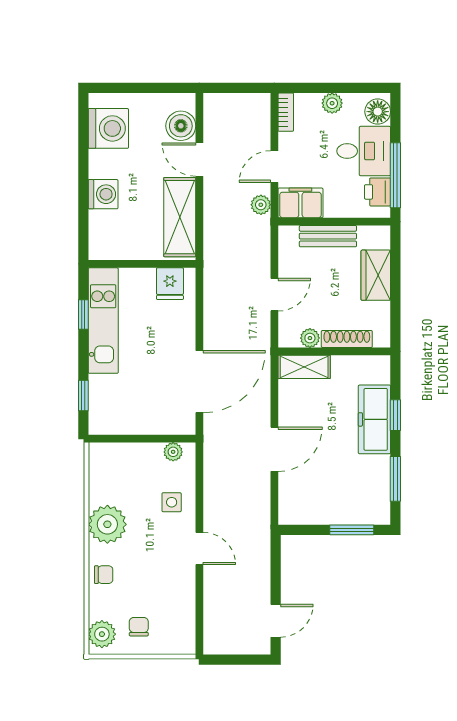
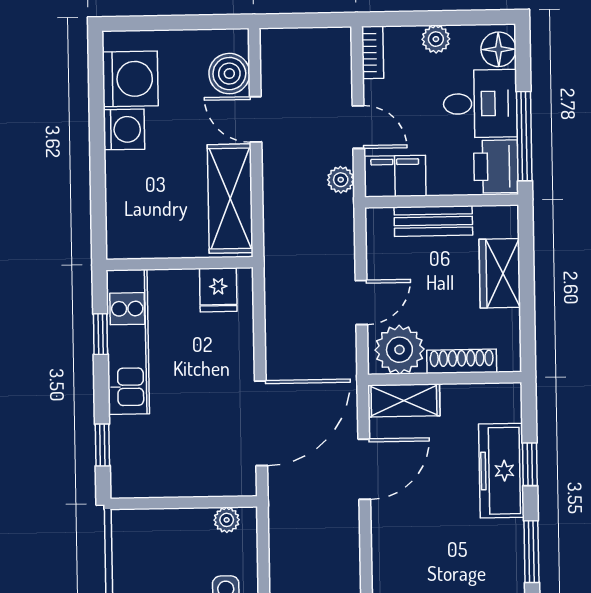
door: (274, 167) -> (358, 127), swing flipped
printer: (378, 192) -> (496, 166), width x1.36, depth x1.24
washing machine: (103, 194) -> (124, 129), moved
plant: (310, 338) -> (399, 350), width x1.88, depth x1.88
door: (274, 449) -> (364, 469), moved

